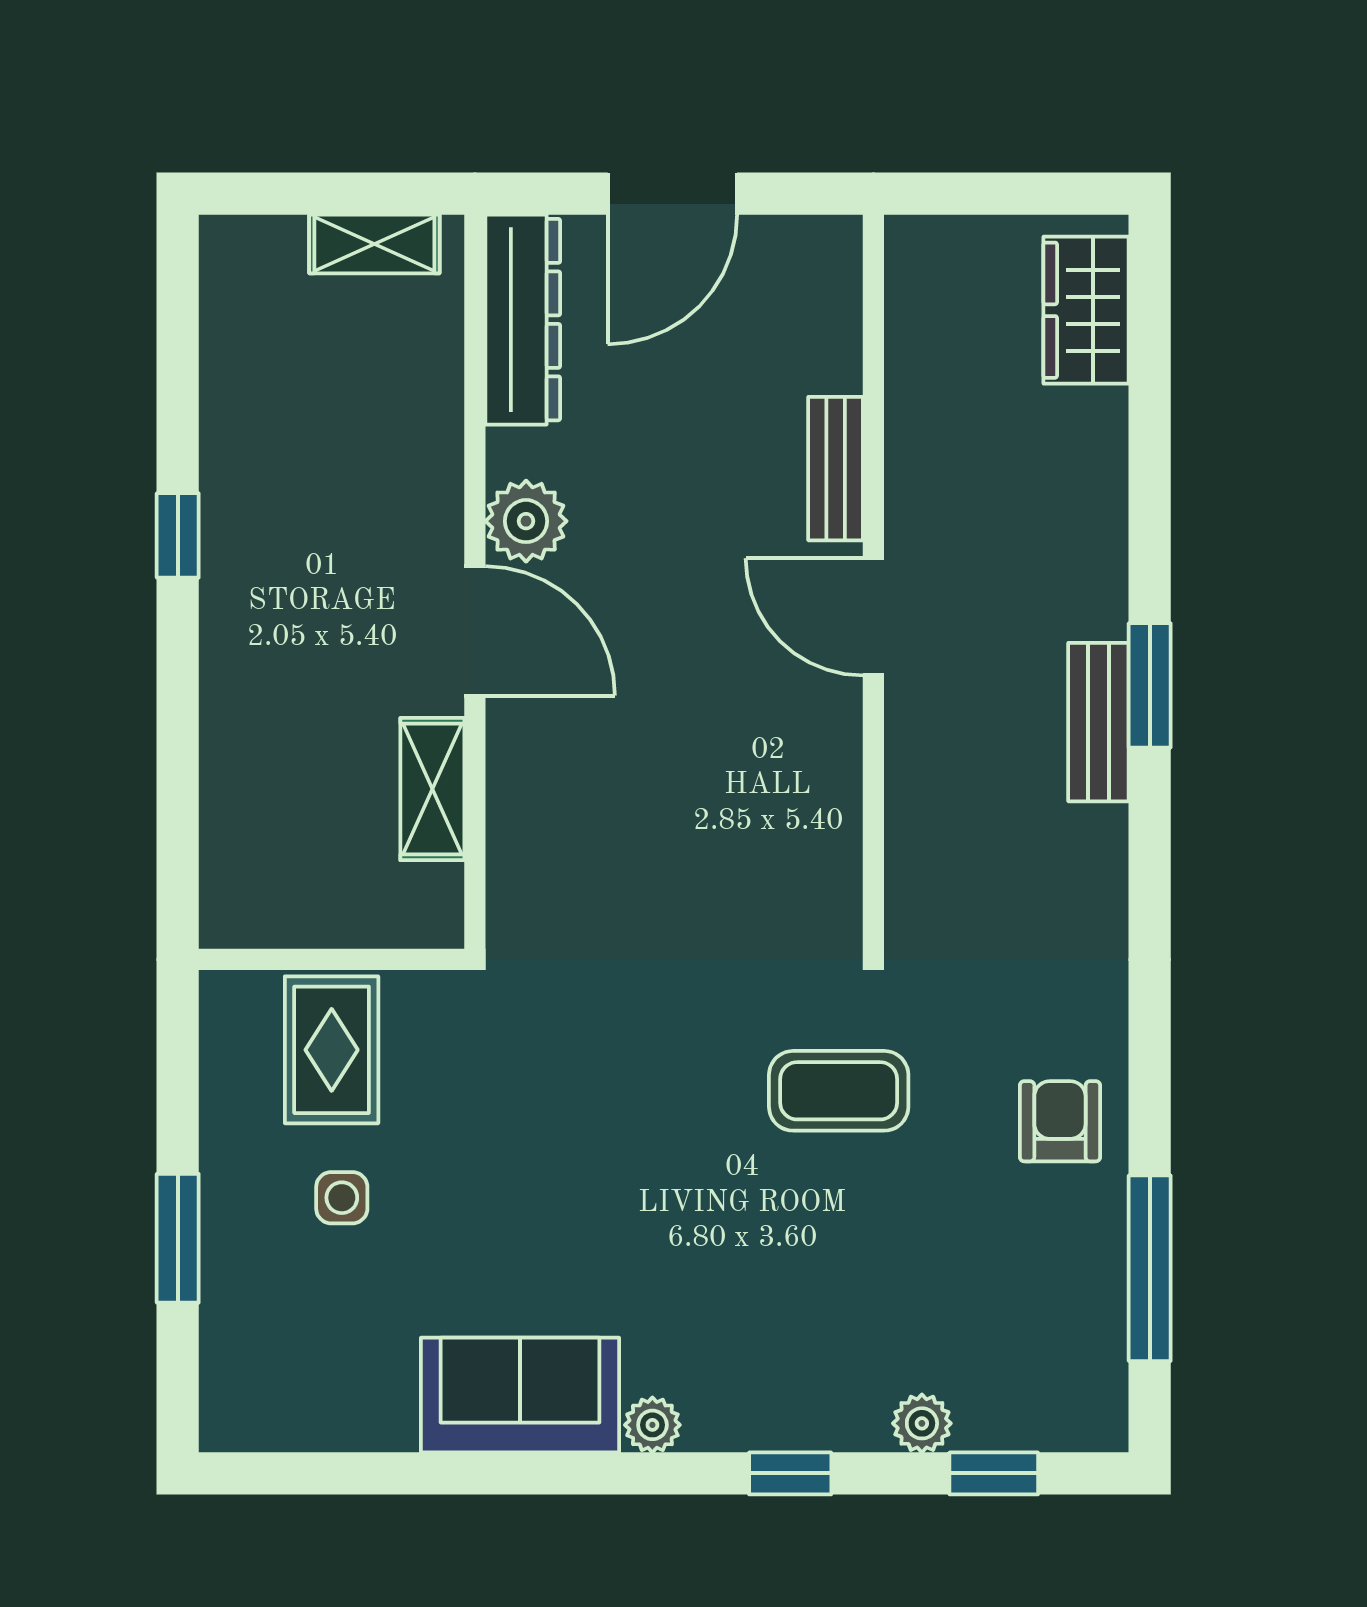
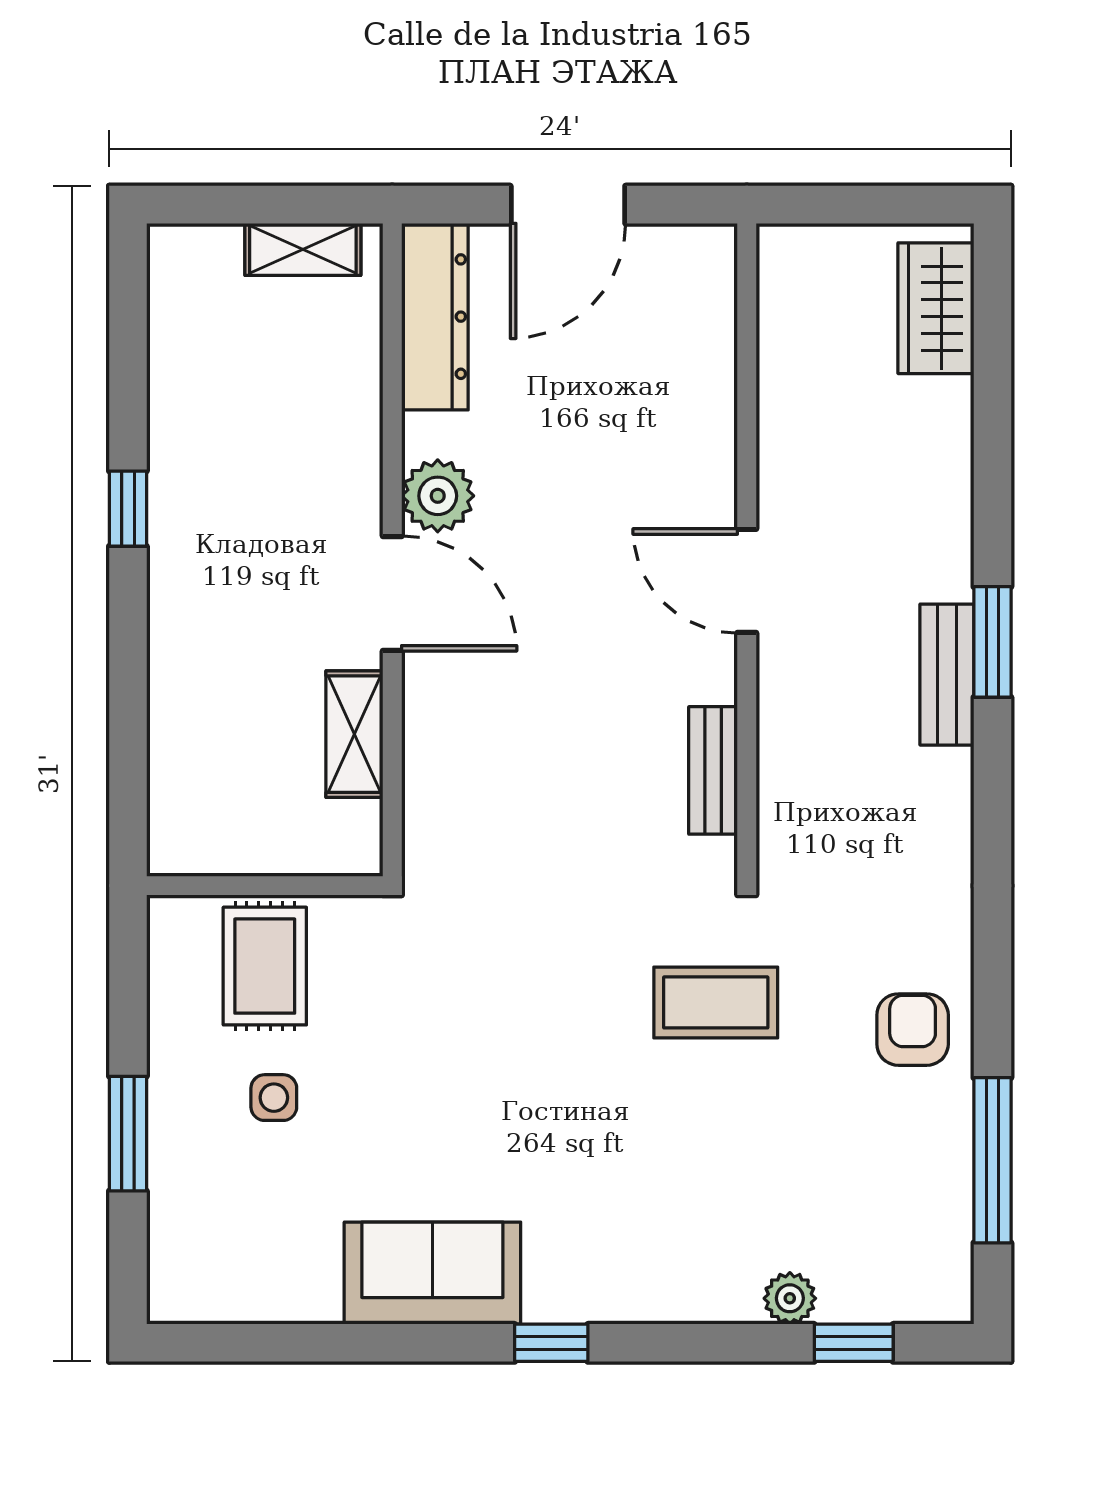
bench: (836, 469) -> (713, 770), moved
plant: (652, 1425) -> (550, 1300), removed
window: (790, 1473) -> (551, 1343), moved

